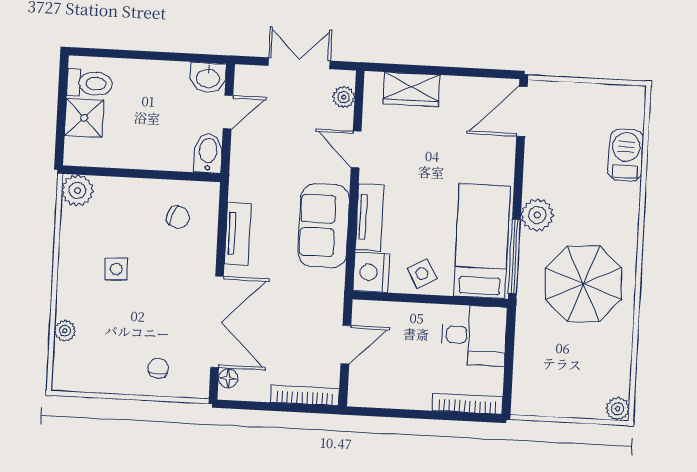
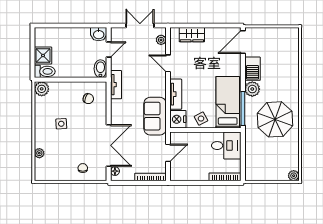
toilet: (90, 83) -> (45, 71), moved
barbecue: (626, 155) -> (252, 69), moved, turned 180
sofa: (324, 226) -> (155, 116), moved
tv unit: (238, 234) -> (116, 85), moved

